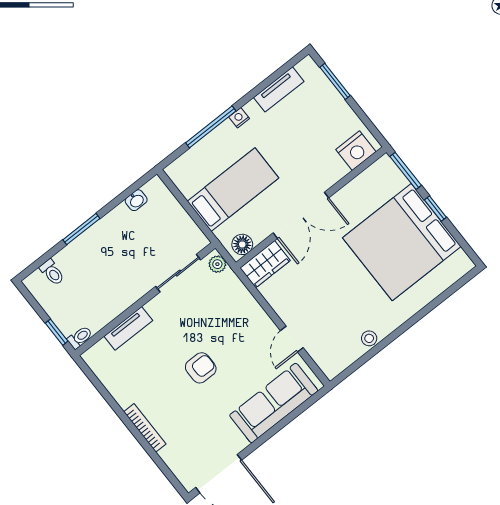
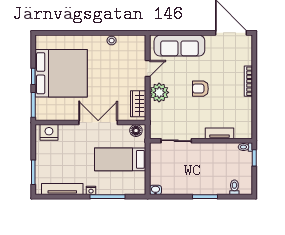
tv unit: (279, 89) -> (62, 189), width x1.41
washbasin: (136, 200) -> (155, 190), moved
plant: (217, 264) -> (159, 92), moved, width x1.88, depth x1.88
wardrobe: (265, 264) -> (138, 104), moved, turned -90

